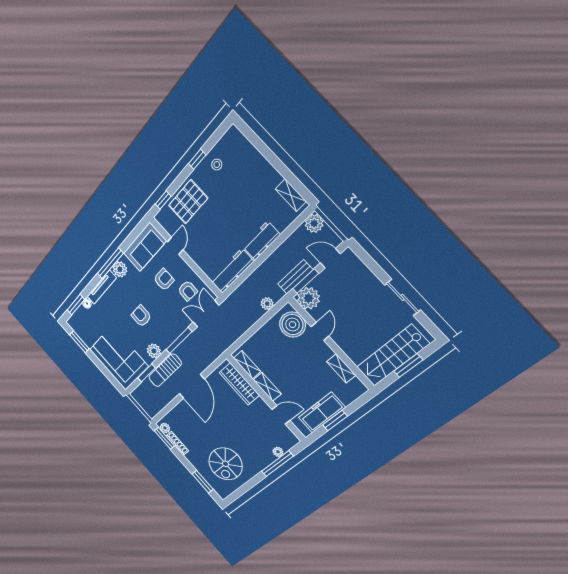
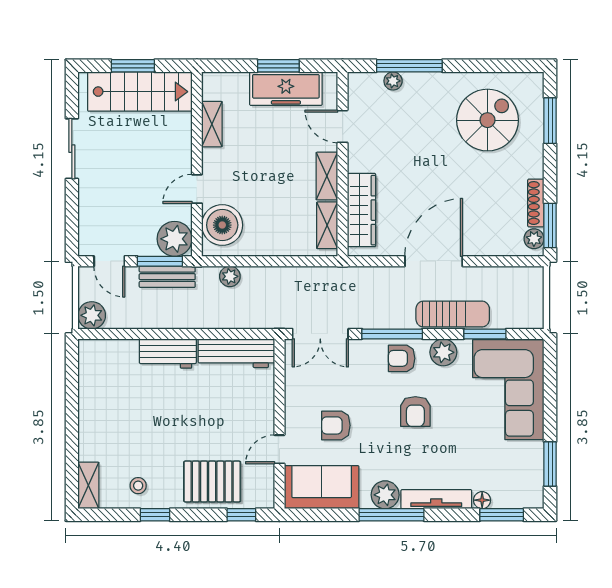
shelving: (291, 195) -> (88, 485), moved
armchair: (188, 291) -> (402, 358), moved, turned -92

